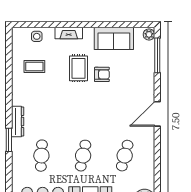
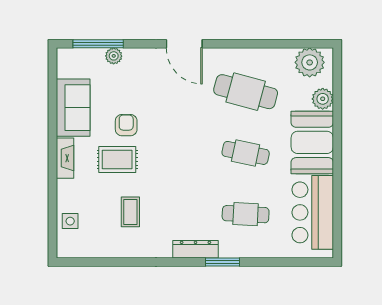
fireplace: (69, 33) -> (65, 158), moved
plant: (149, 34) -> (114, 56), moved
coffee table: (34, 67) -> (130, 212), moved
cafe table: (125, 156) -> (246, 92), width x1.37, depth x1.35

